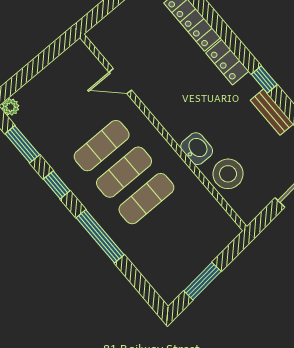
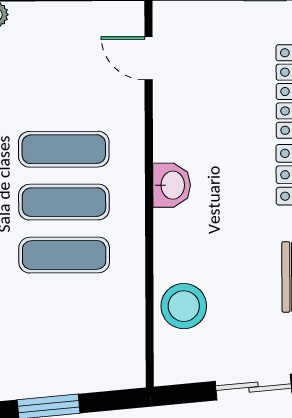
door: (120, 81) -> (149, 58), moved
washbasin: (197, 149) -> (172, 185), moved

